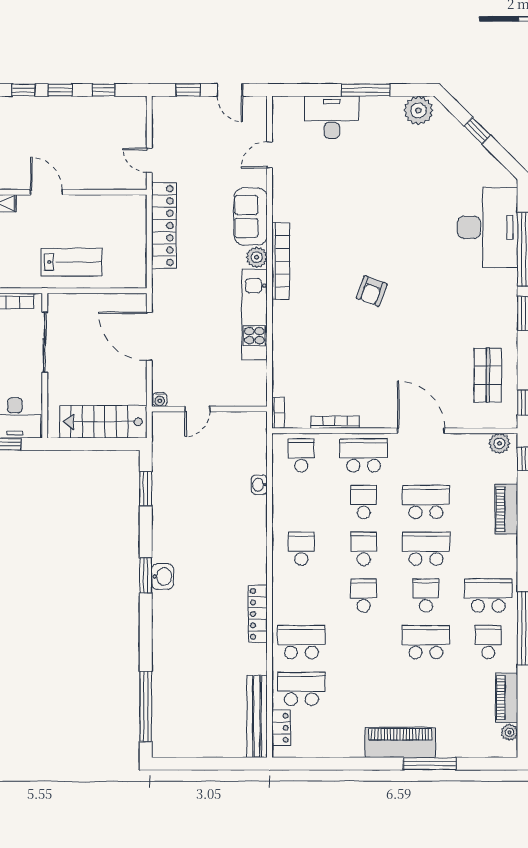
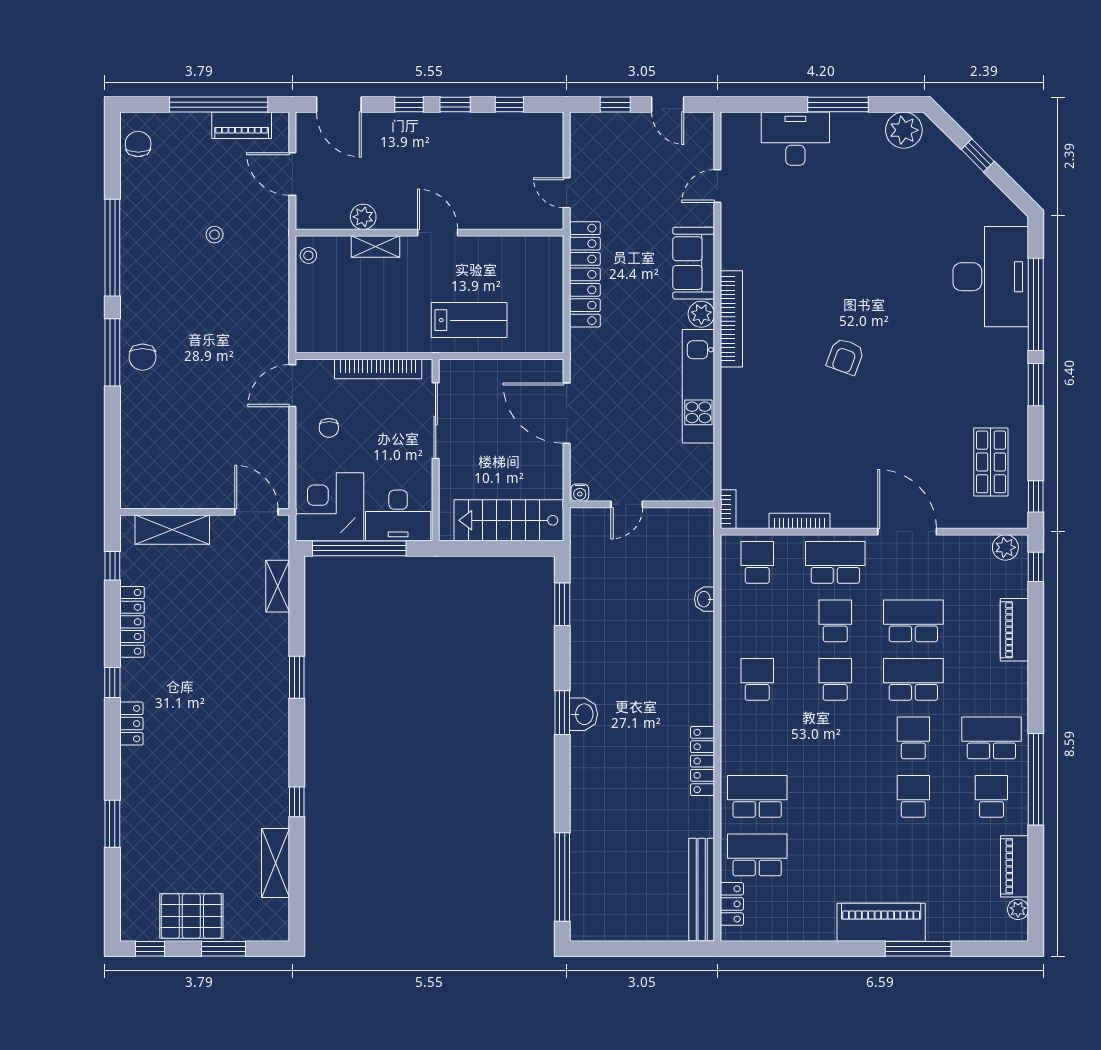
school desk: (364, 595) -> (835, 738), removed
school desk: (426, 642) -> (913, 796), width x0.54

